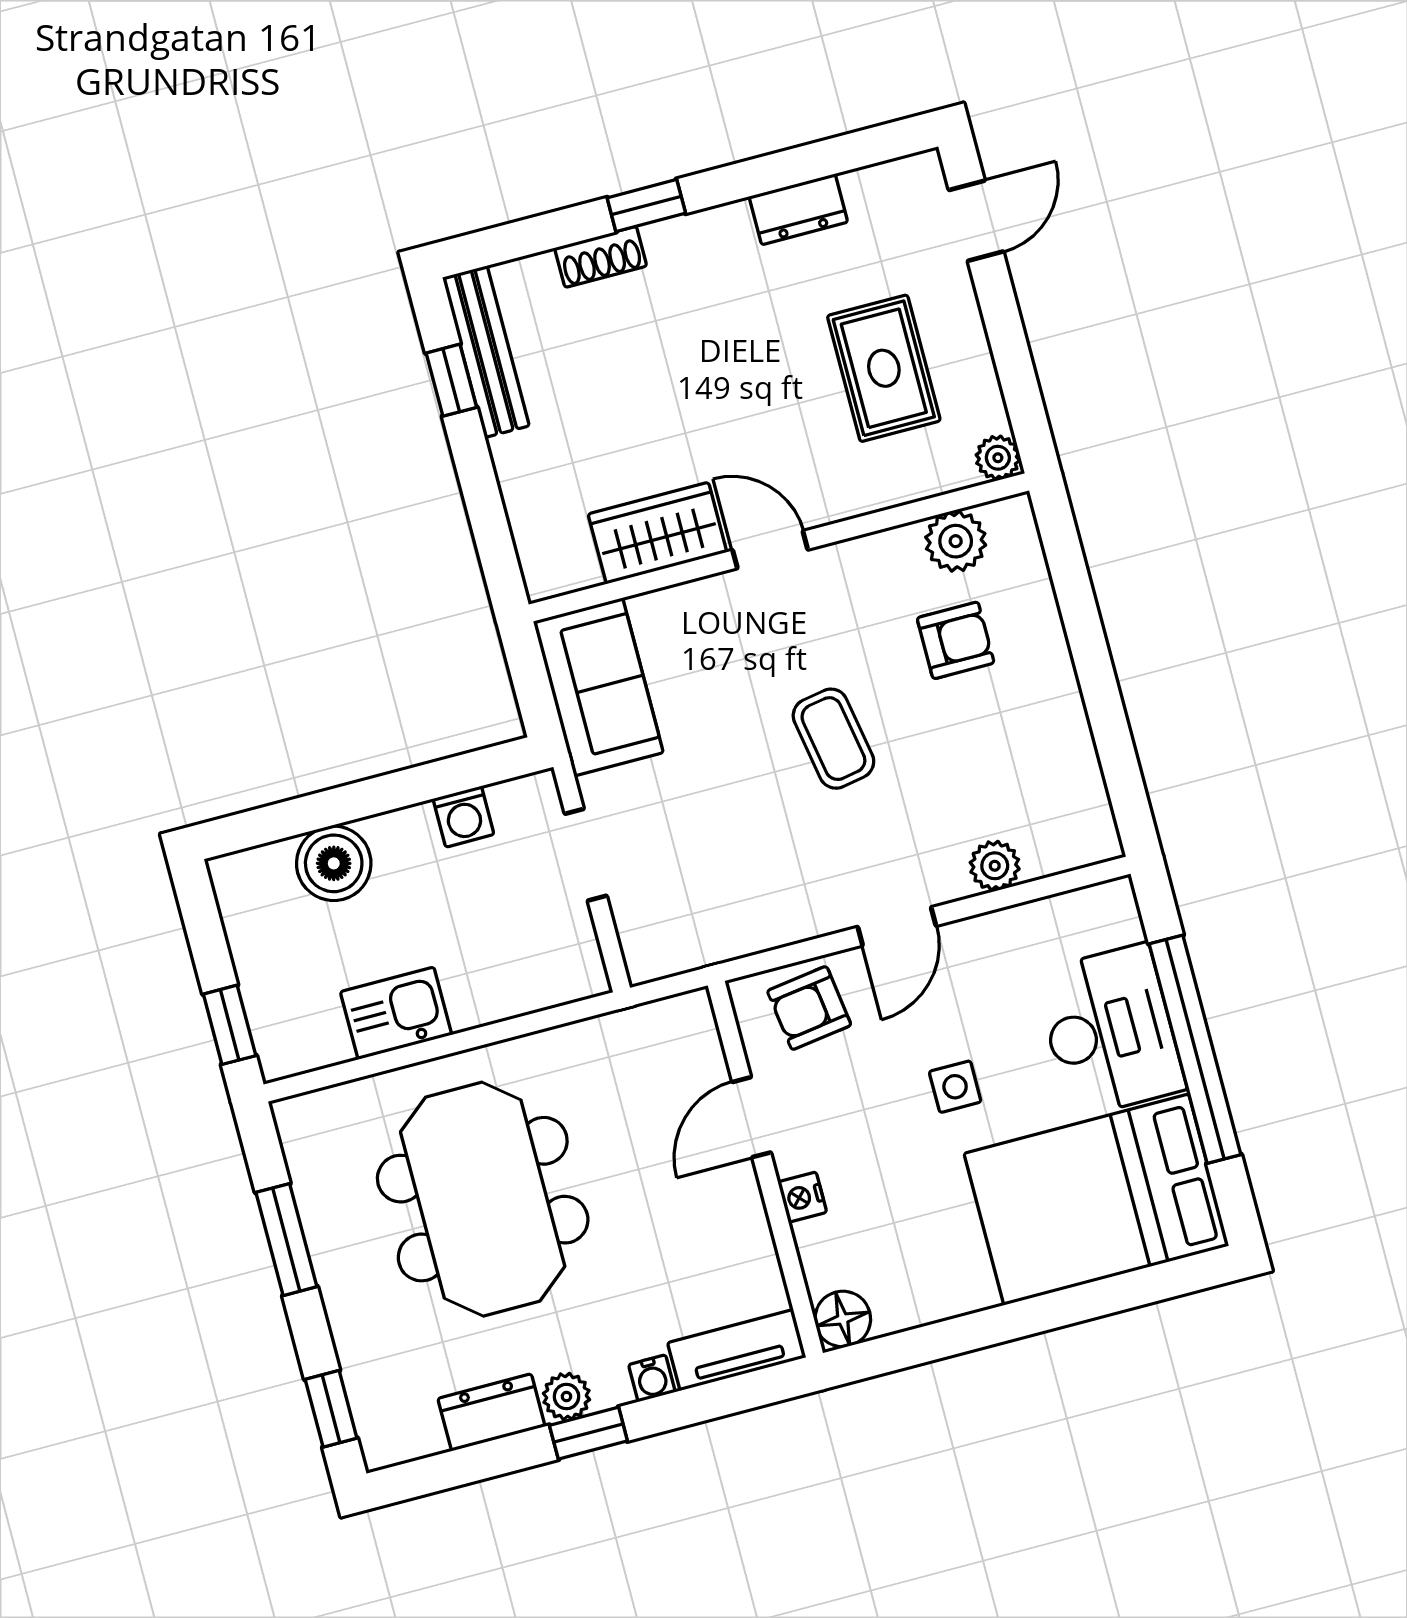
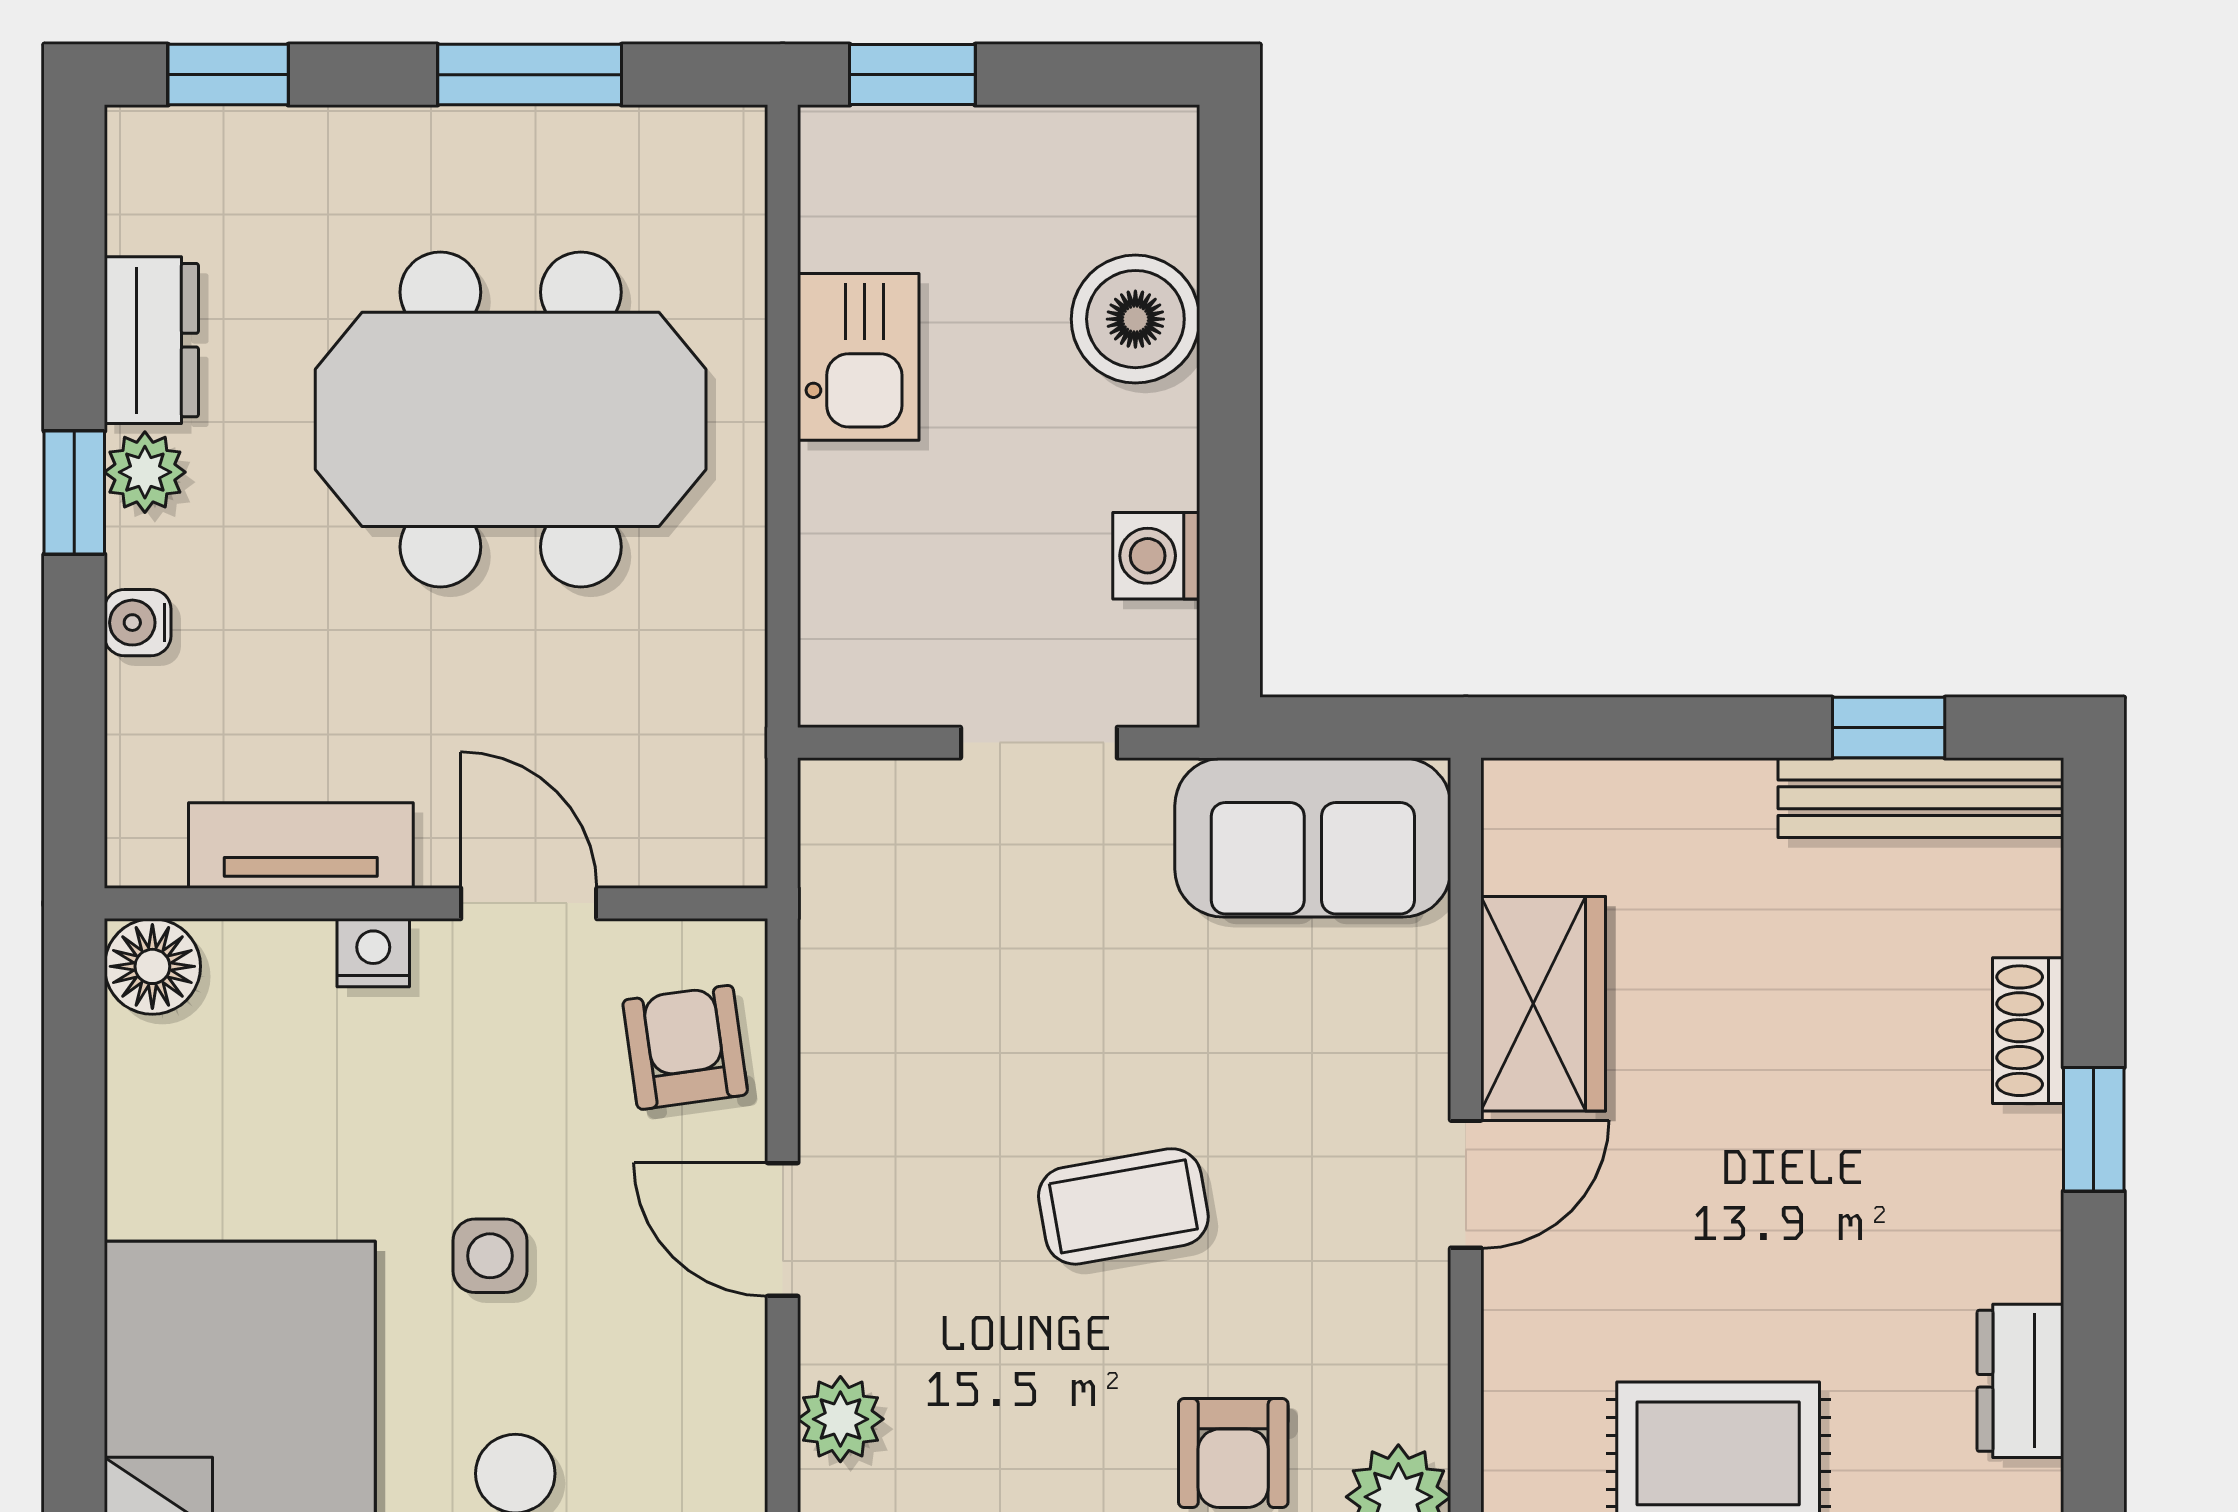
tv unit: (737, 1350) -> (301, 845), moved, turned -90

